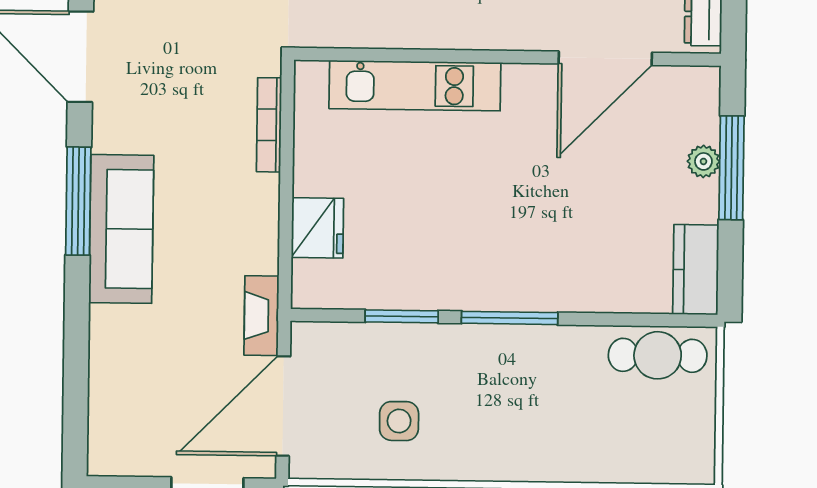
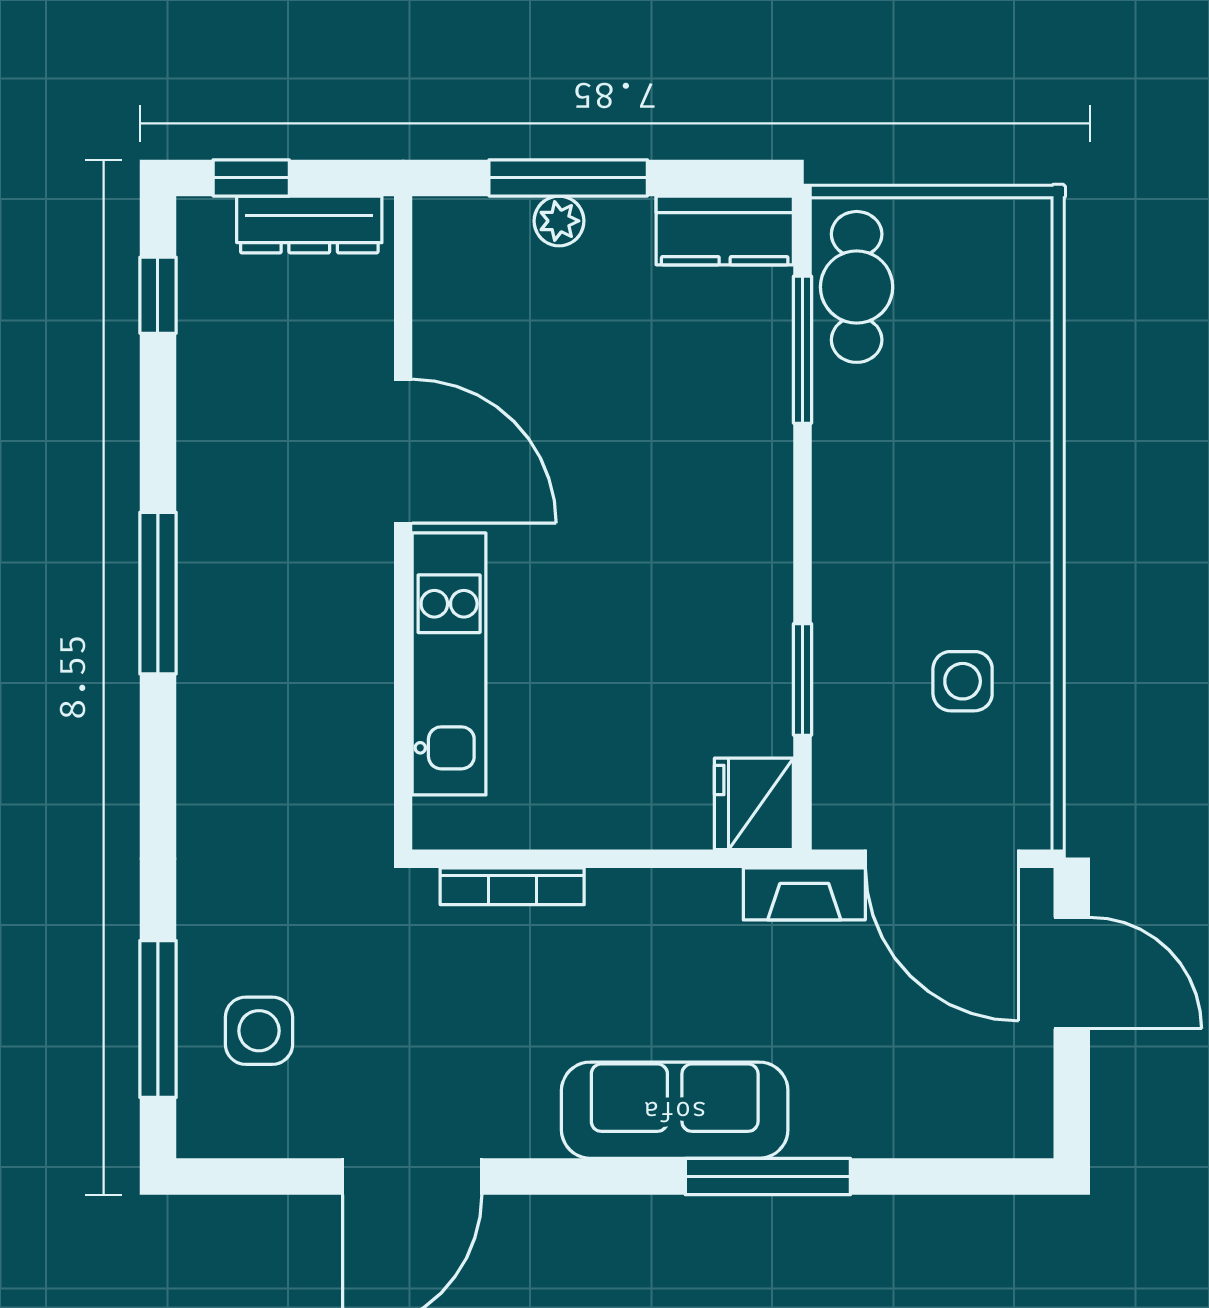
door: (605, 58) -> (403, 451), moved
window: (78, 201) -> (768, 1176), moved
fridge: (317, 228) -> (754, 804), moved, turned -90
window: (510, 318) -> (803, 350), moved

